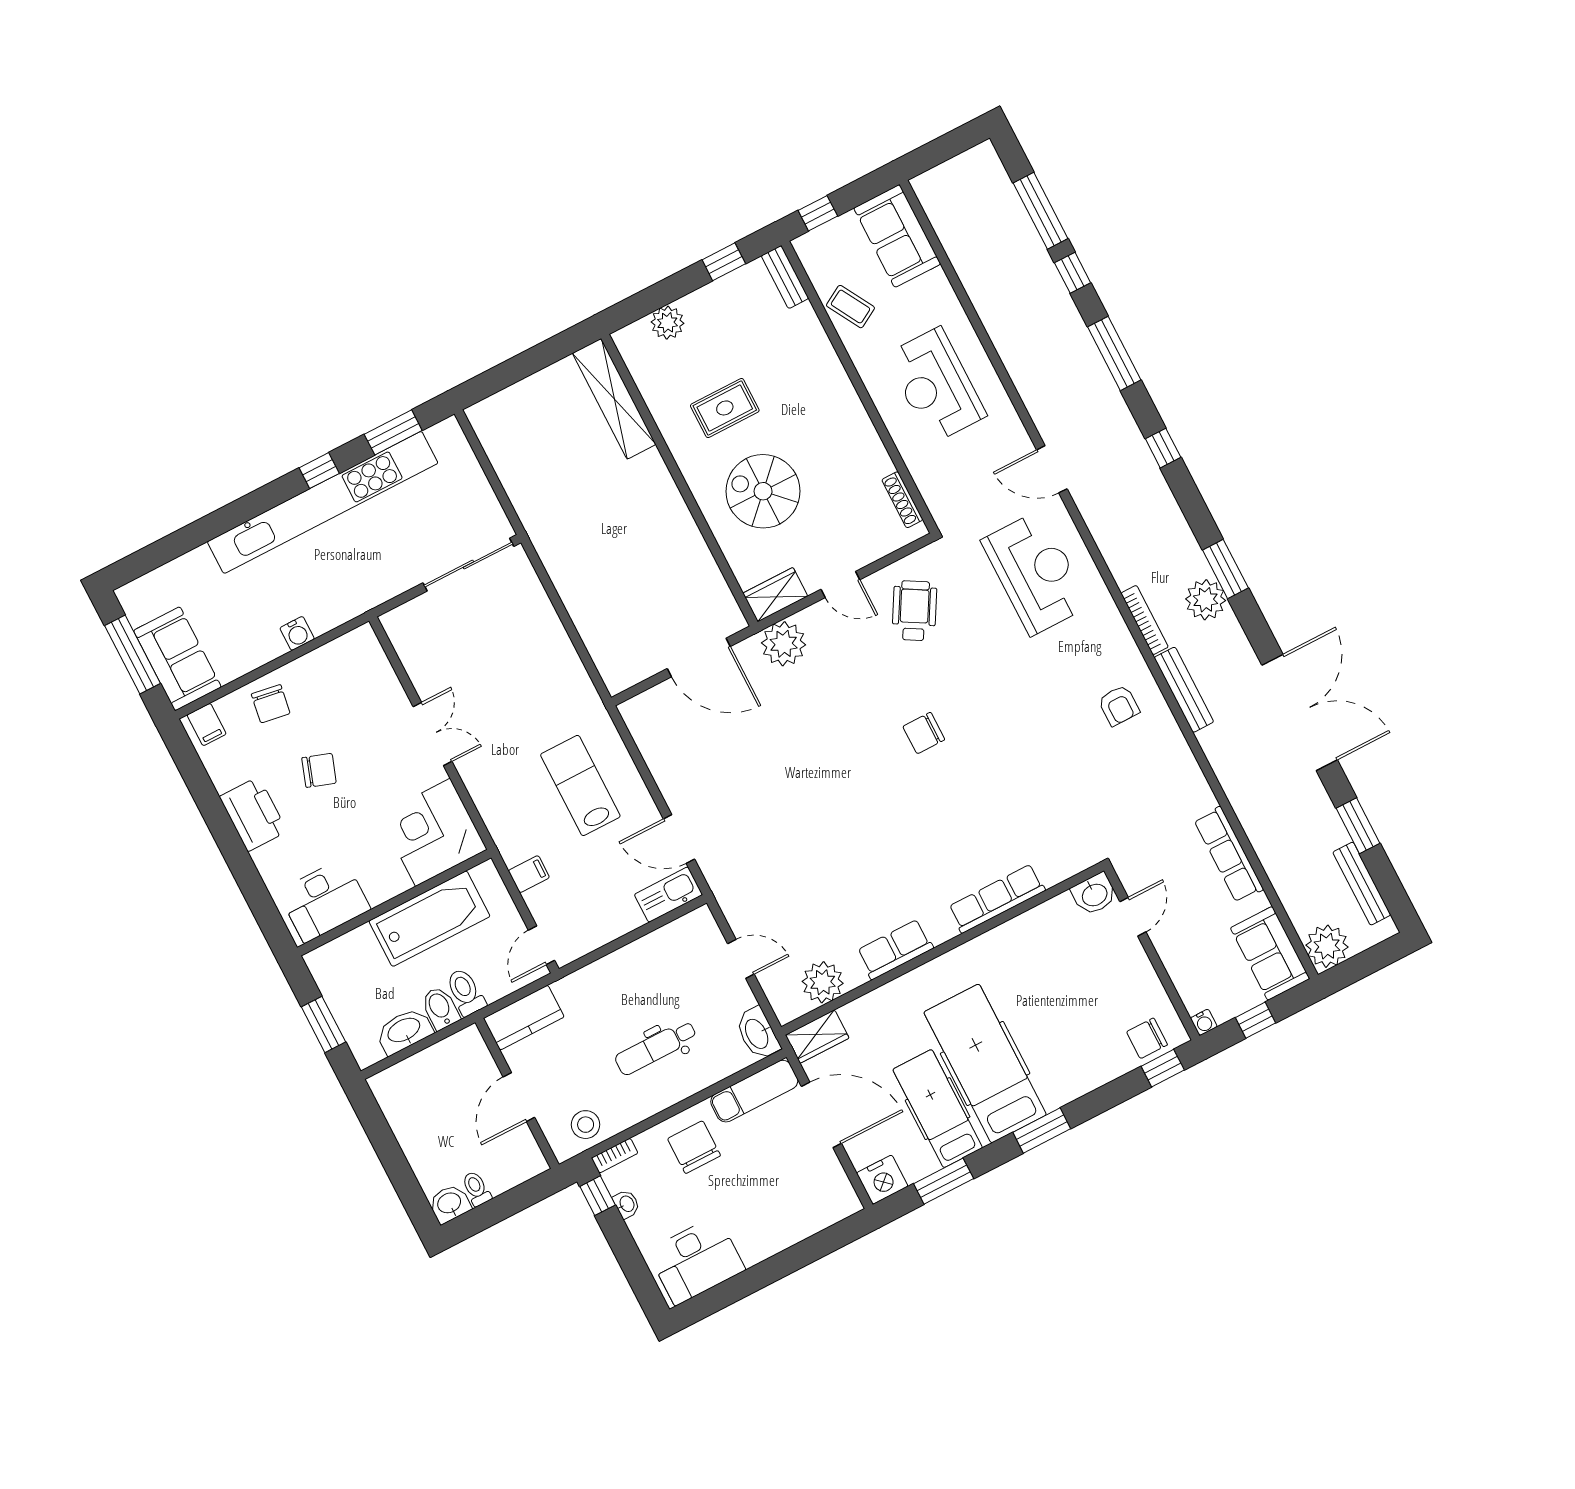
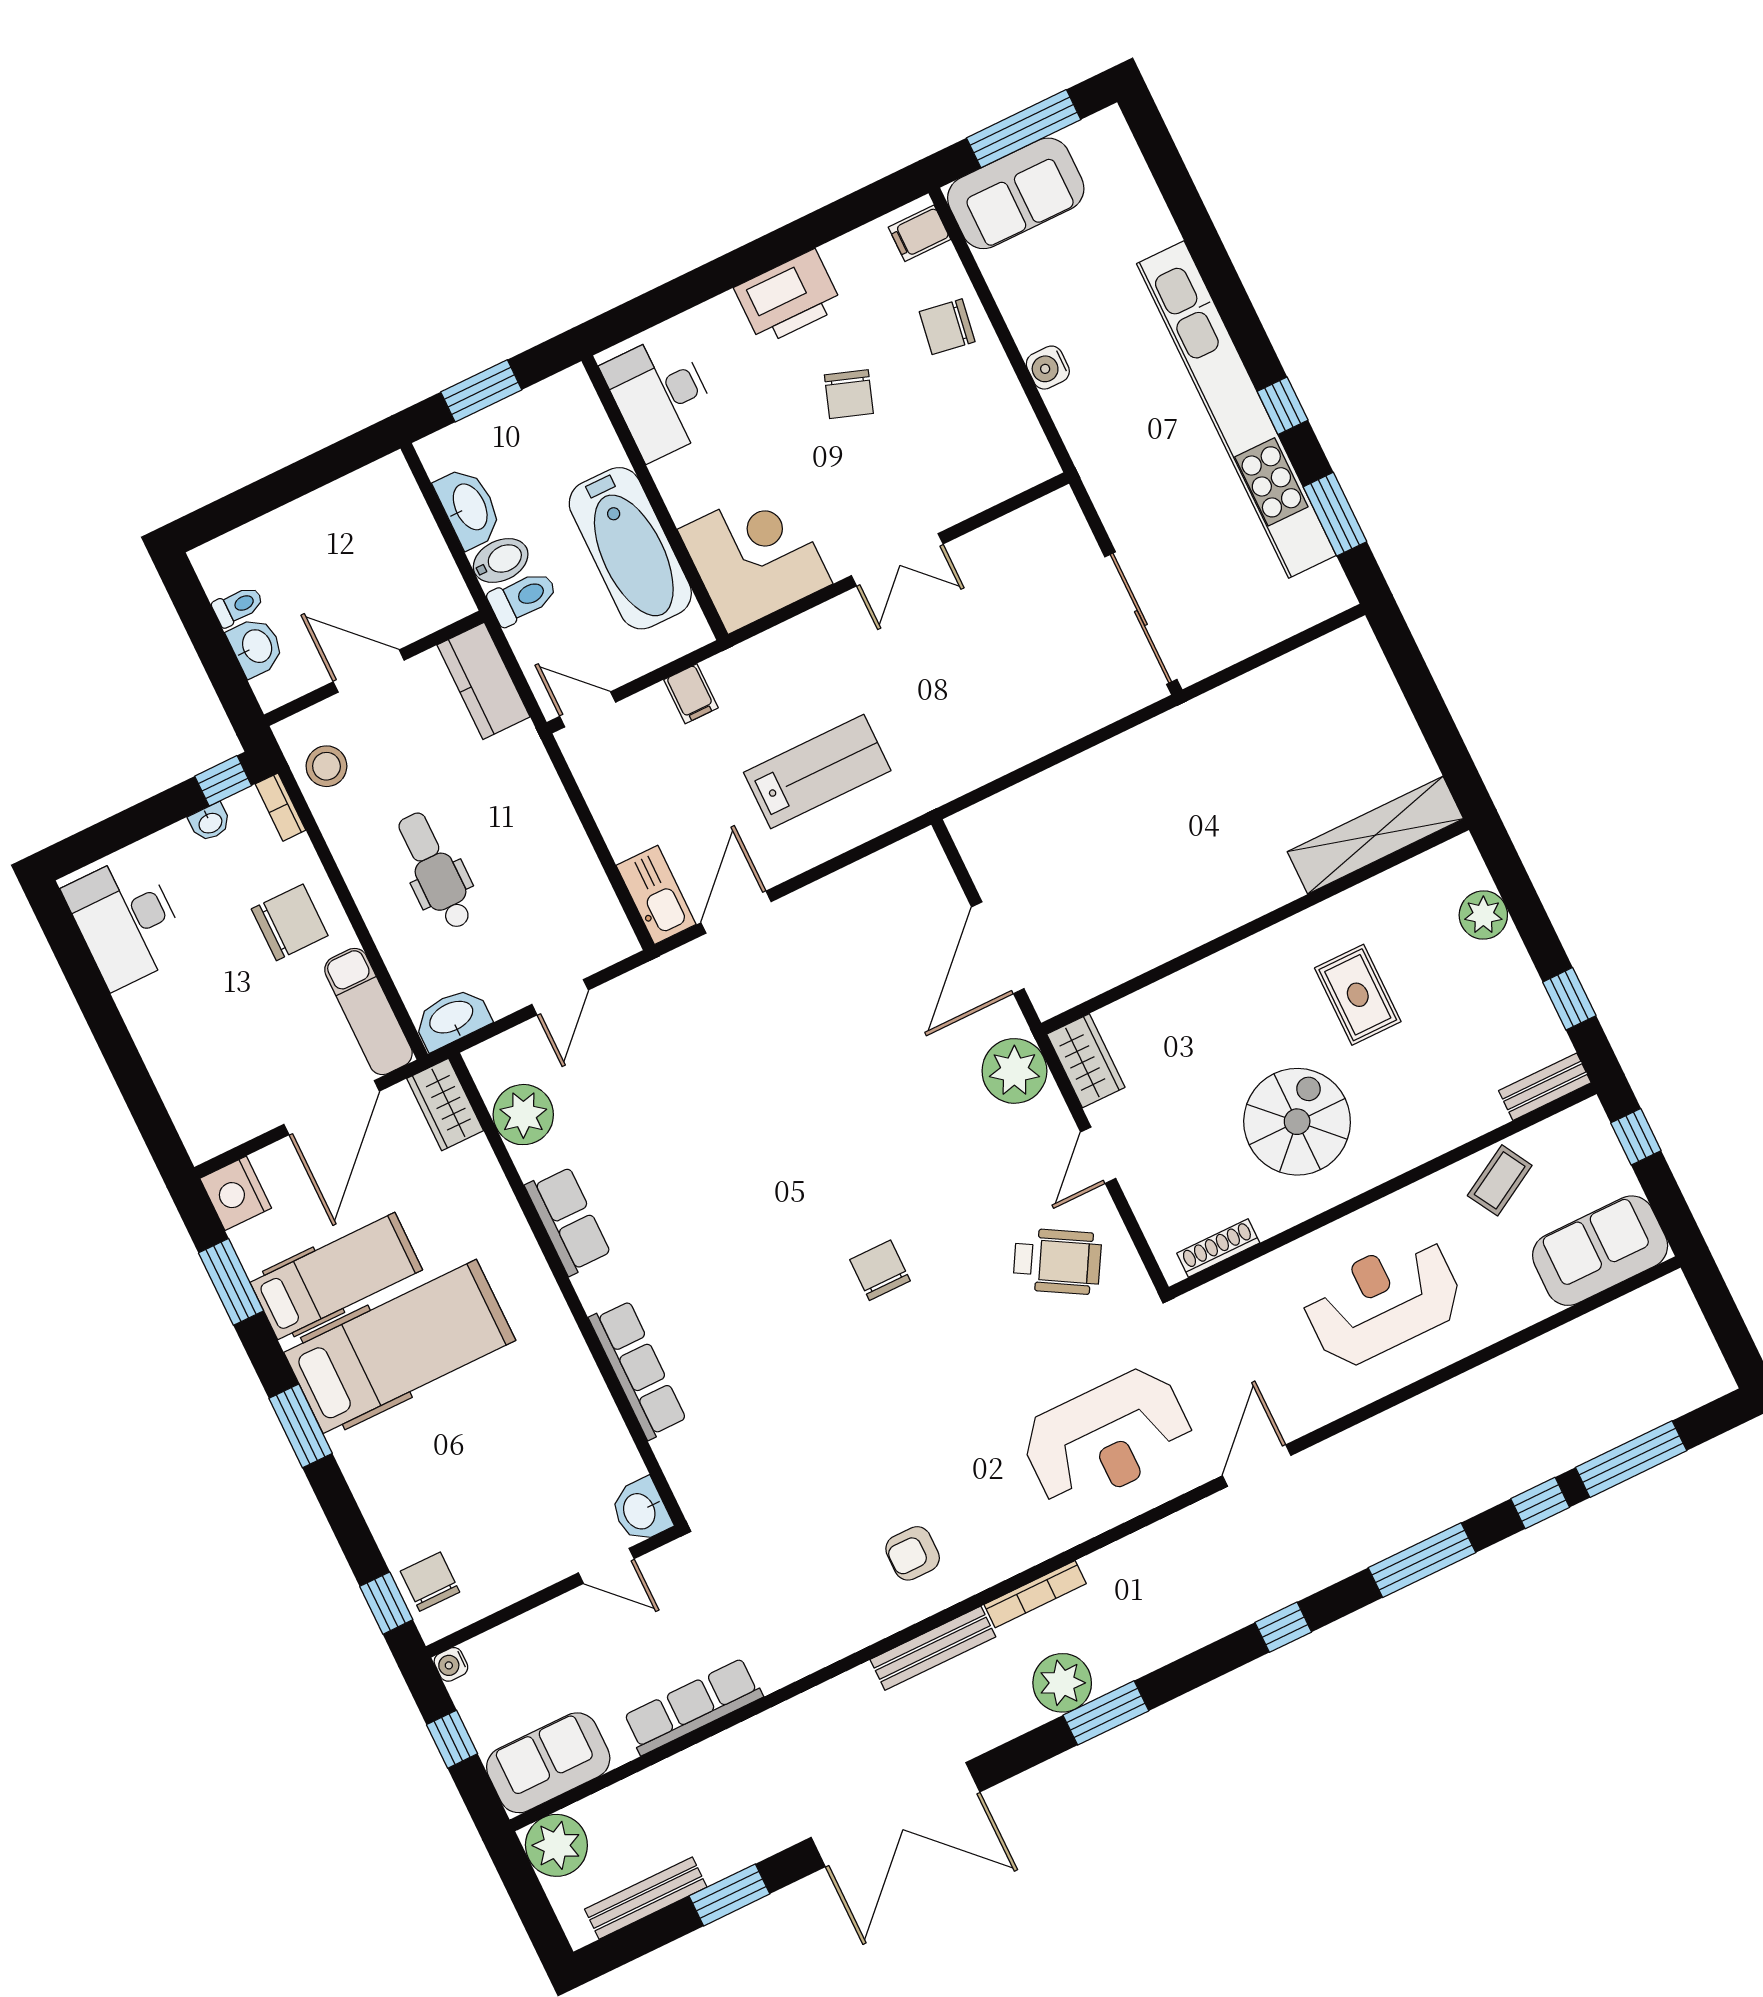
spiral stairs: (763, 491) -> (1297, 1122), moved
washbasin: (450, 1204) -> (256, 647), moved

